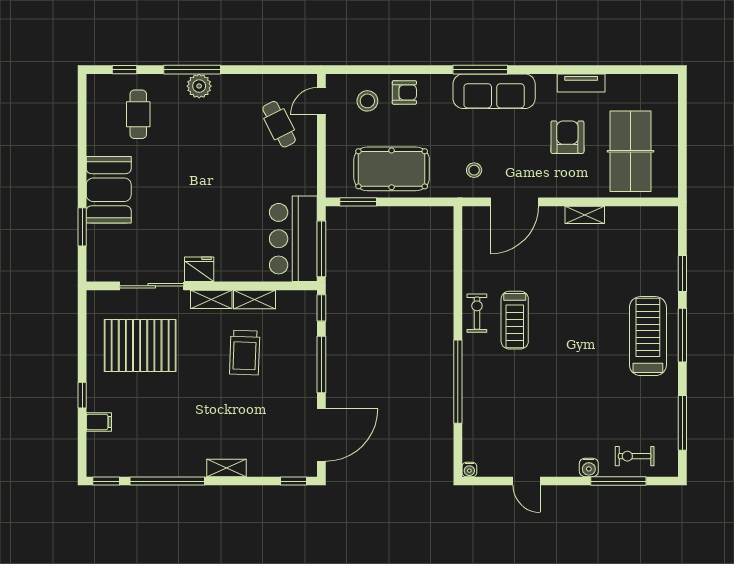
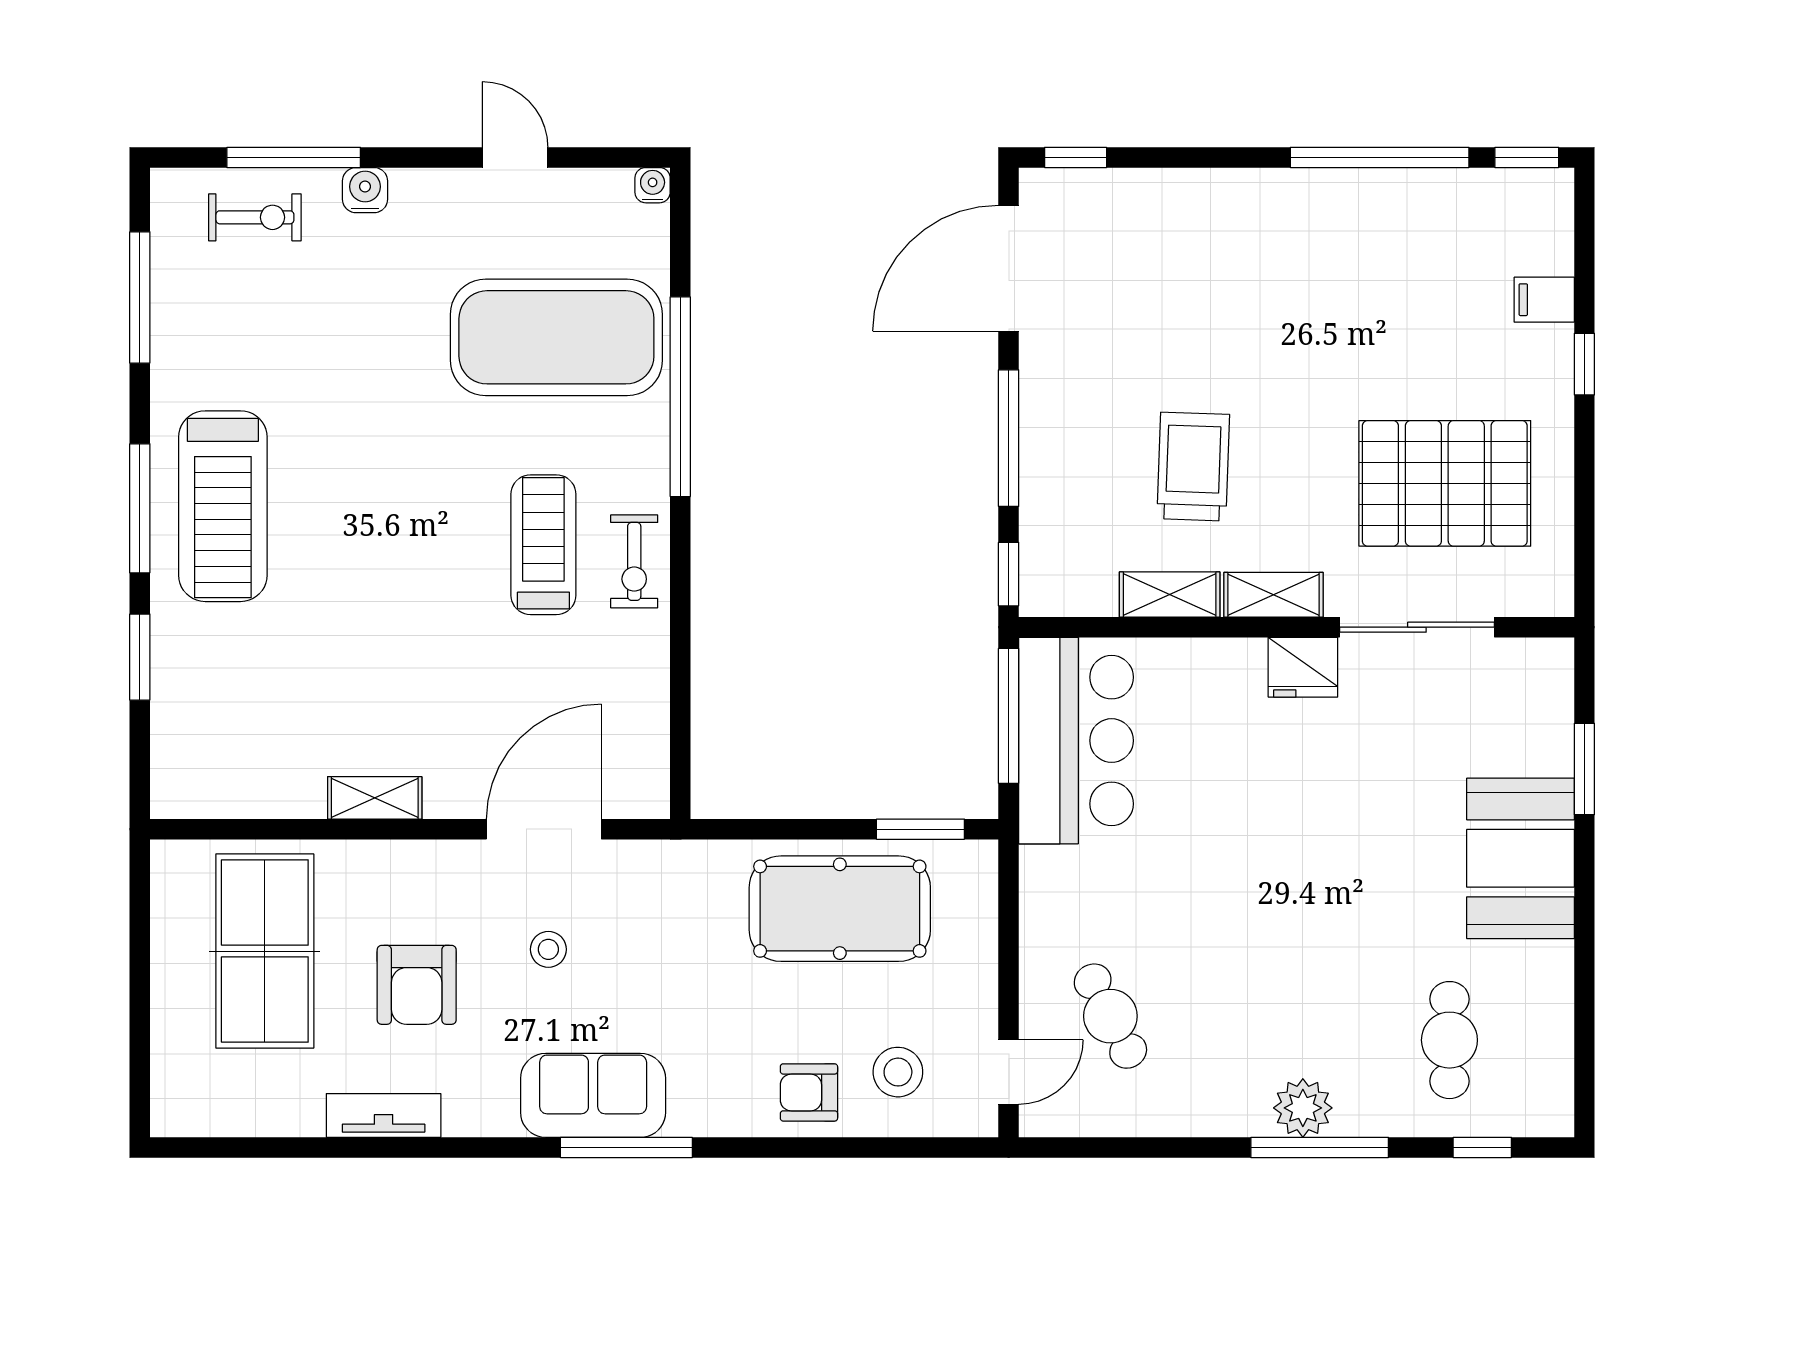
sofa: (494, 91) -> (593, 1095), width x0.73
stool: (474, 170) -> (548, 949), moved
exercise mat: (509, 406) -> (556, 337), added
shelving: (226, 468) -> (1237, 189), removed

